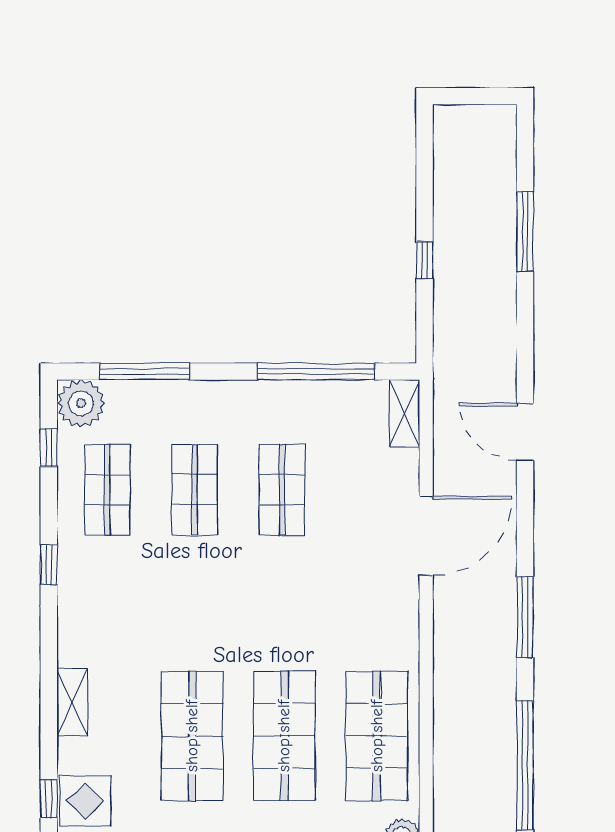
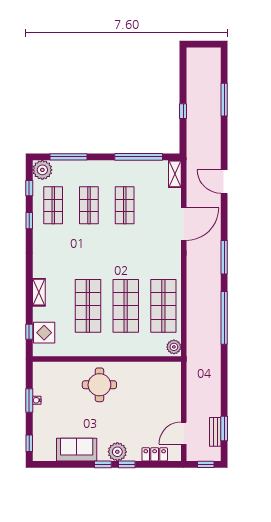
window: (49, 565) -> (29, 221), moved

